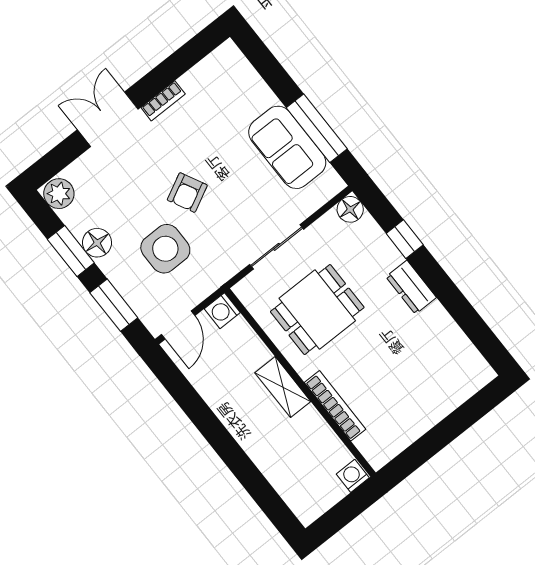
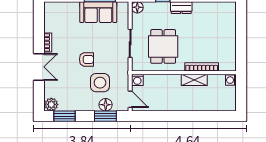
double door: (108, 119) -> (39, 67), swing flipped
armchair: (187, 193) -> (86, 59), turned -63
floor lamp: (97, 243) -> (106, 105), moved
window: (71, 251) -> (64, 116), moved
shelving: (283, 387) -> (194, 80), moved

